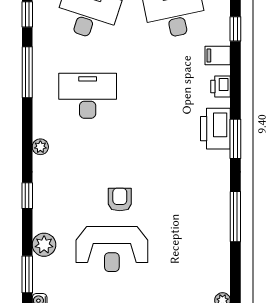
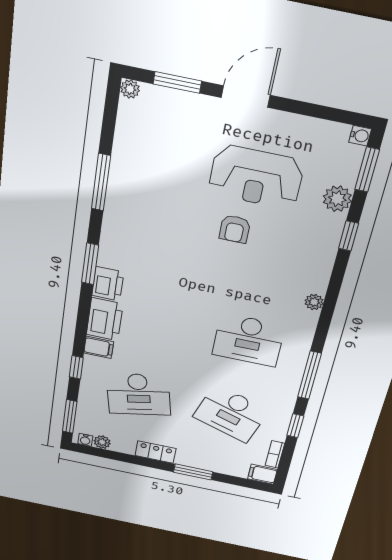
printer: (221, 87) -> (105, 319), width x1.87, depth x1.48
printer: (215, 129) -> (108, 284), width x0.73, depth x0.84
window: (27, 196) -> (349, 236), moved
reception desk: (112, 249) -> (256, 177), turned 180

